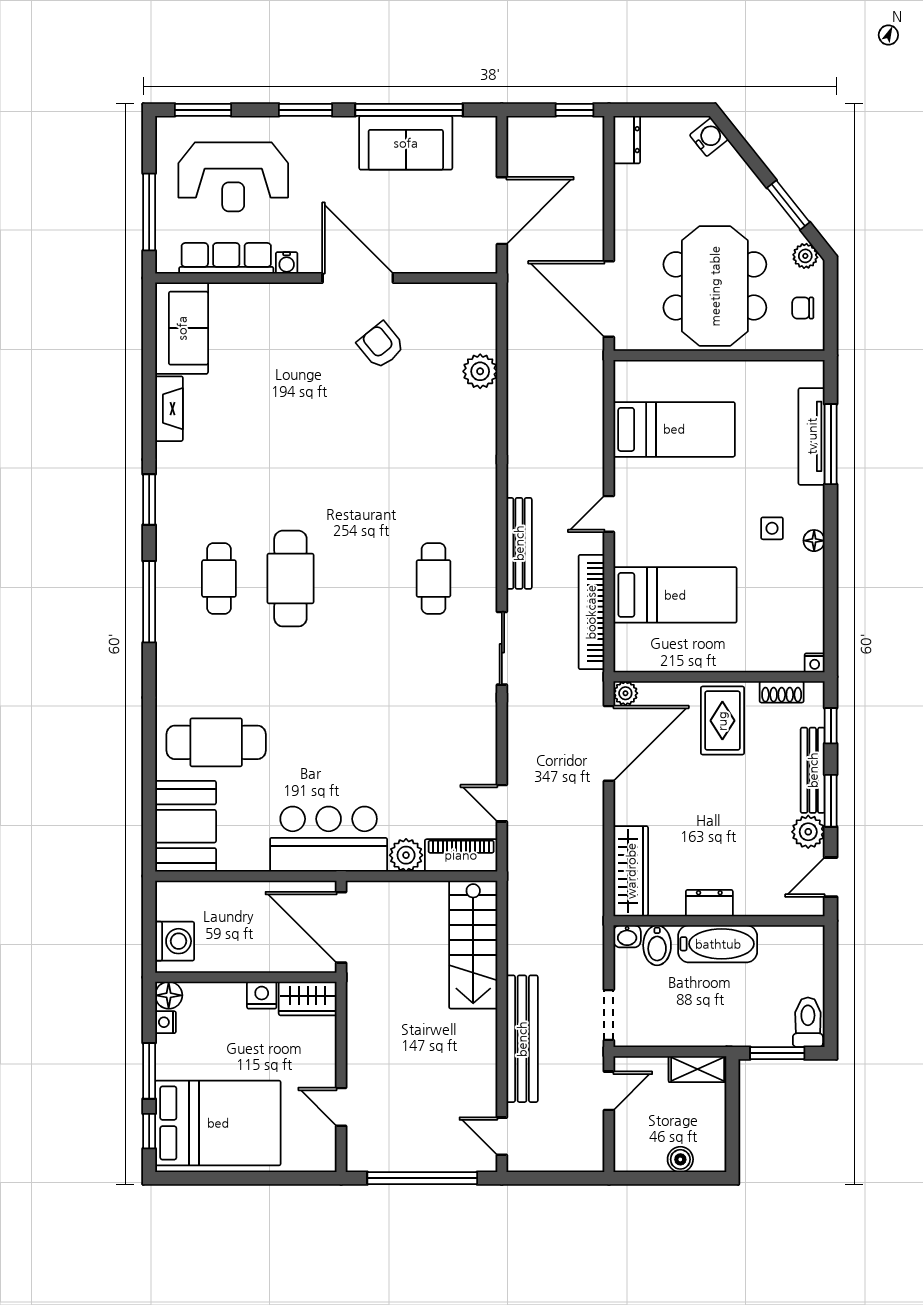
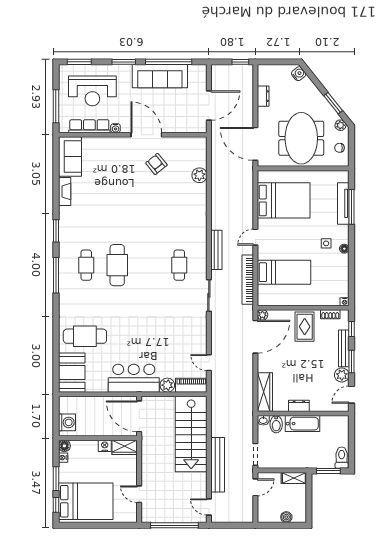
dresser: (627, 140) -> (263, 96), moved
sofa: (406, 143) -> (160, 76), width x1.36
bed: (674, 429) -> (284, 200), width x1.50
stairs: (473, 945) -> (191, 434), width x1.36, depth x1.51

